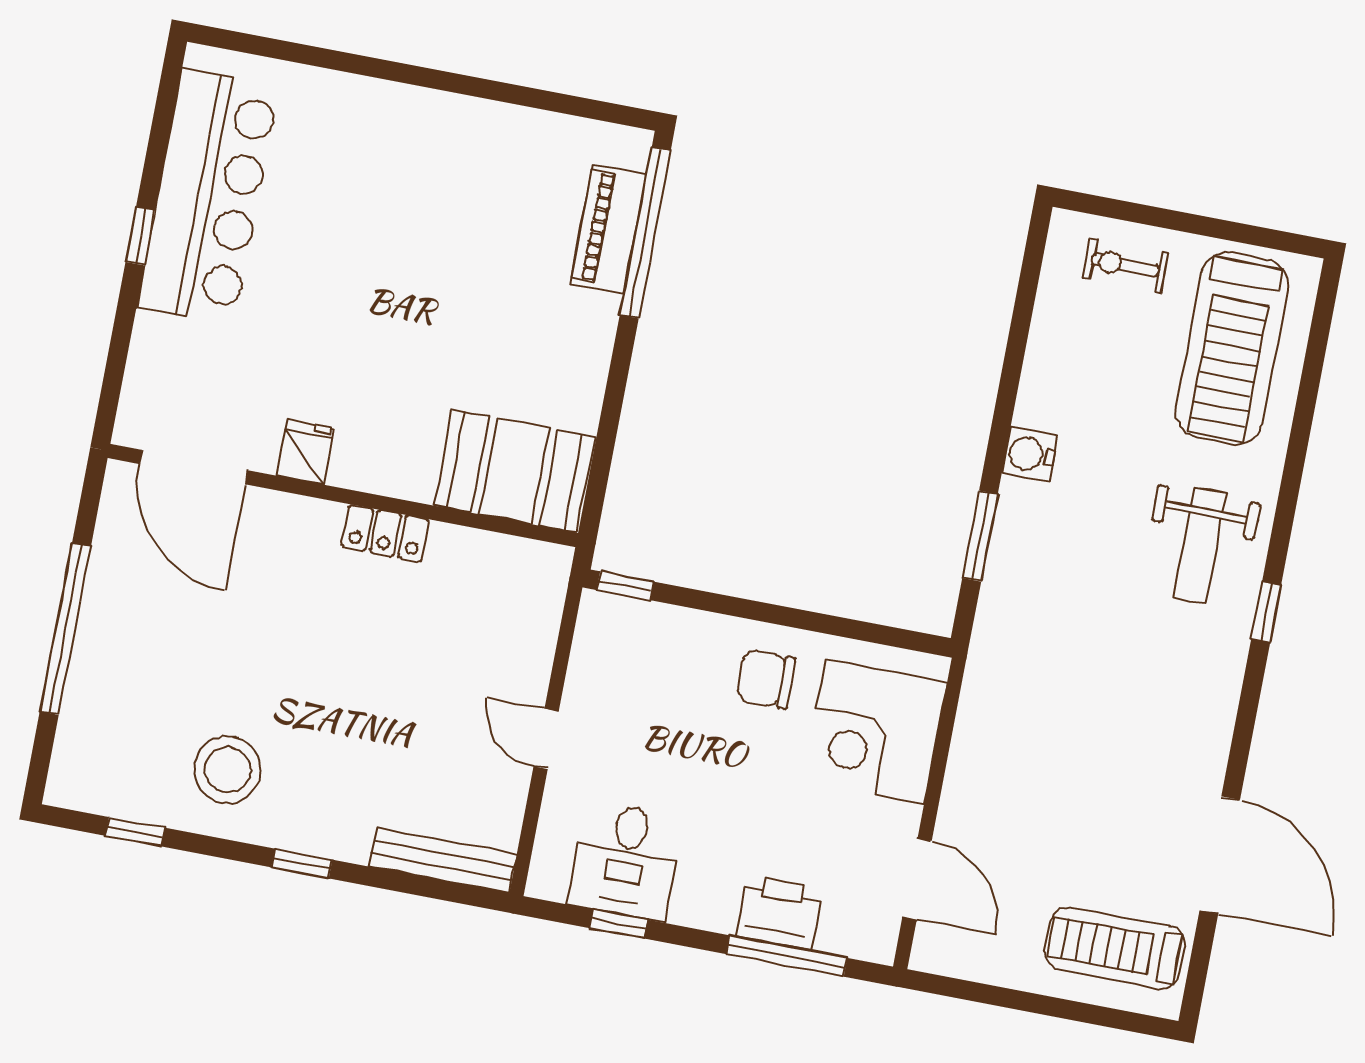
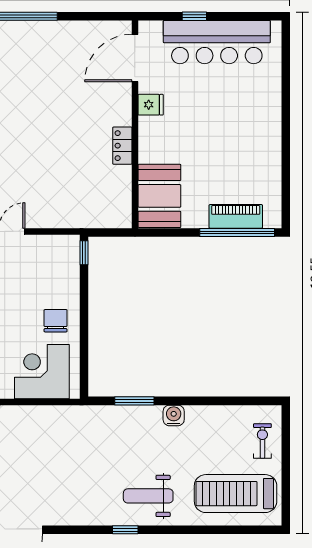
fridge: (306, 452) -> (151, 105), moved
door: (194, 467) -> (135, 58), moved
booth: (514, 471) -> (159, 196), moved
wall: (343, 496) -> (135, 124), moved
locker: (385, 533) -> (122, 146), moved

